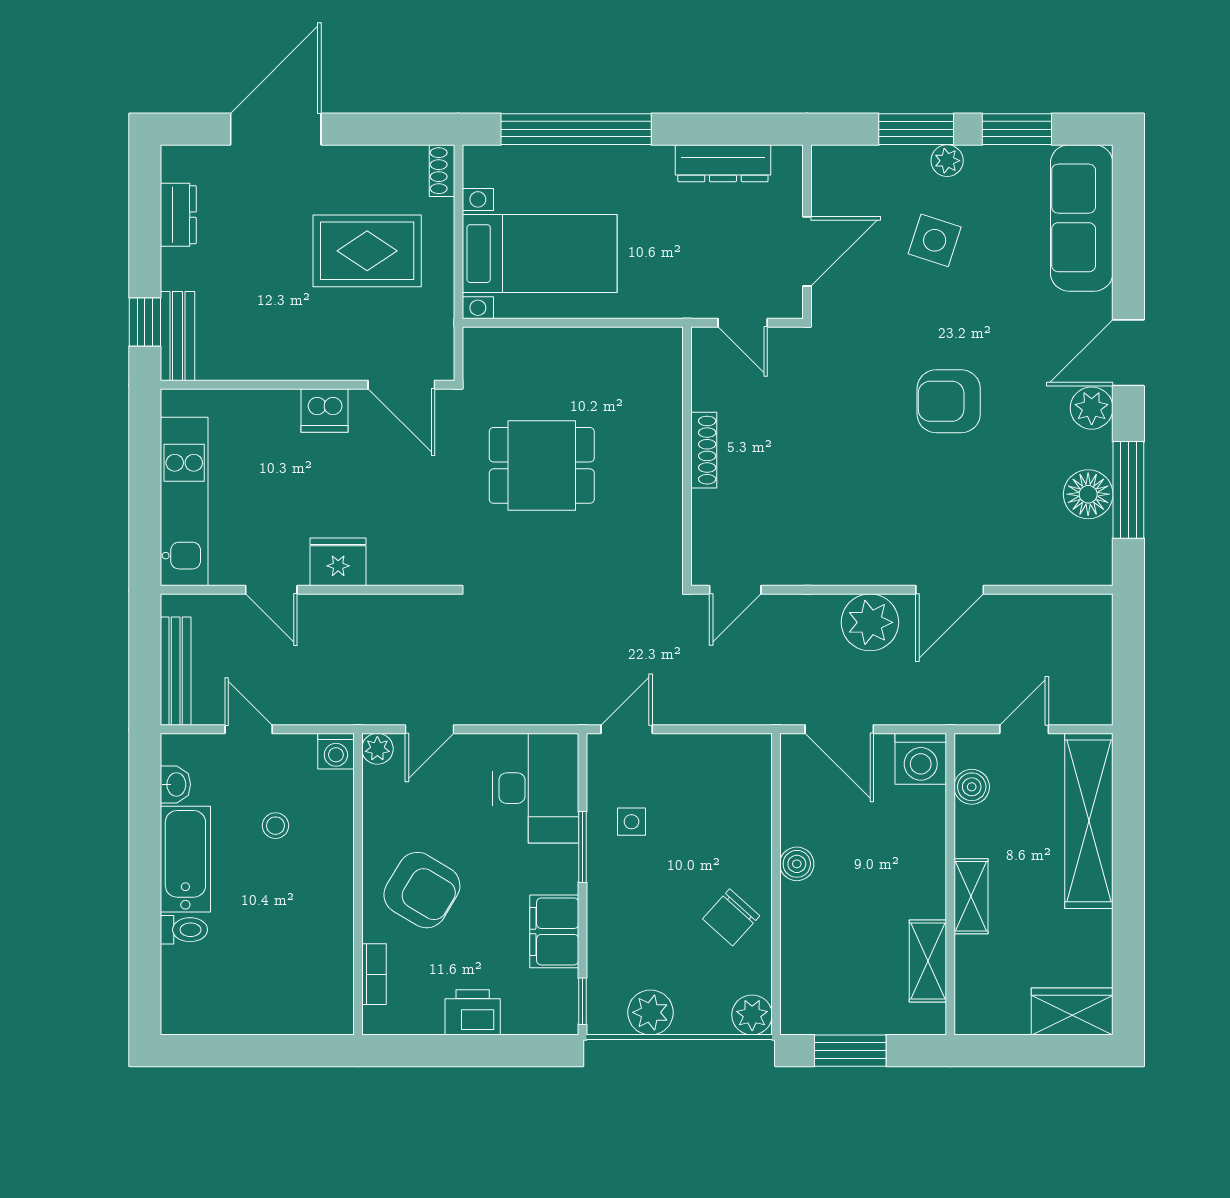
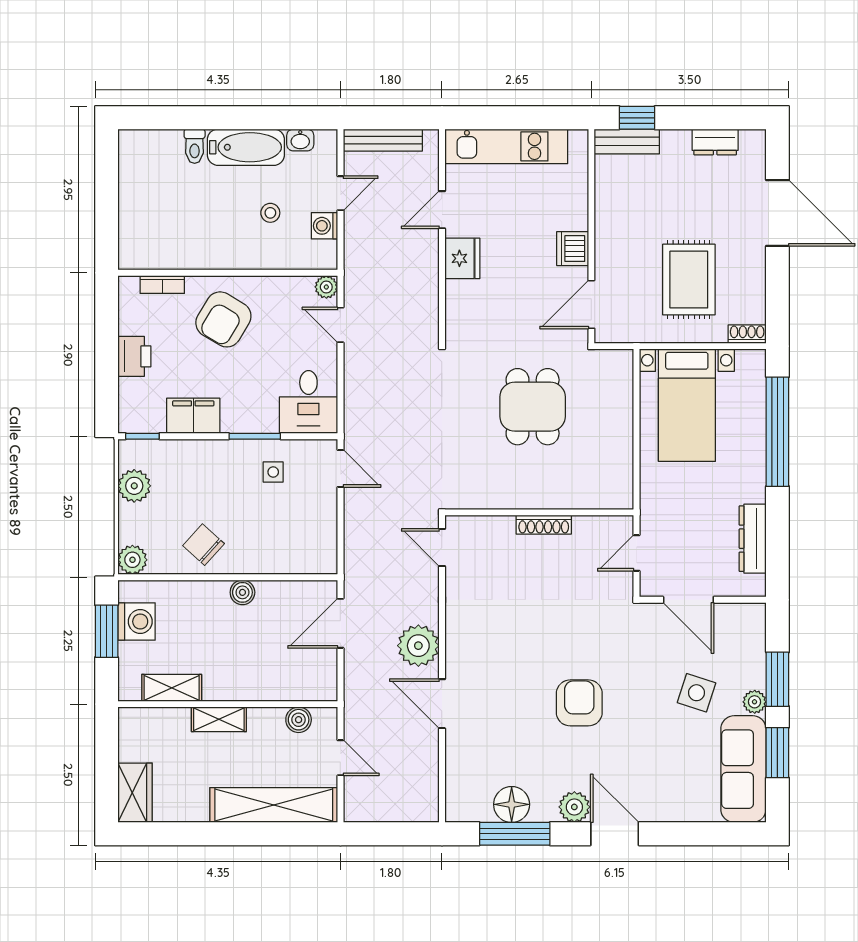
sofa: (1082, 218) -> (743, 769), moved, turned -90
washing machine: (336, 751) -> (325, 226), moved
washing machine: (921, 759) -> (136, 622), moved, turned 180
desk: (535, 788) -> (308, 402), width x0.73

